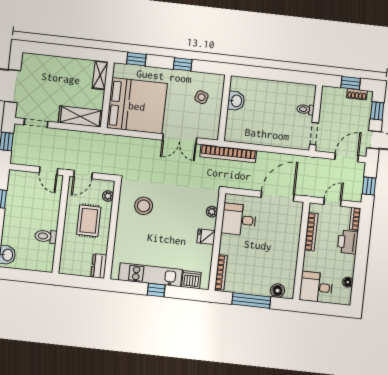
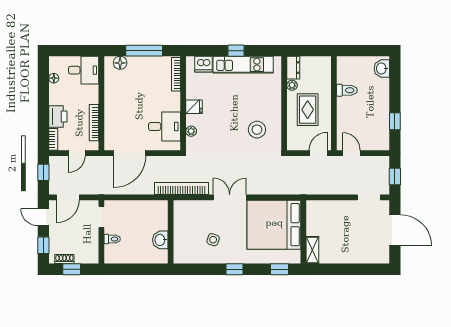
washbasin: (236, 101) -> (160, 240), moved
wall: (224, 108) -> (171, 232), moved
shelving: (80, 117) -> (327, 208), removed
plant: (108, 196) -> (292, 85), moved

